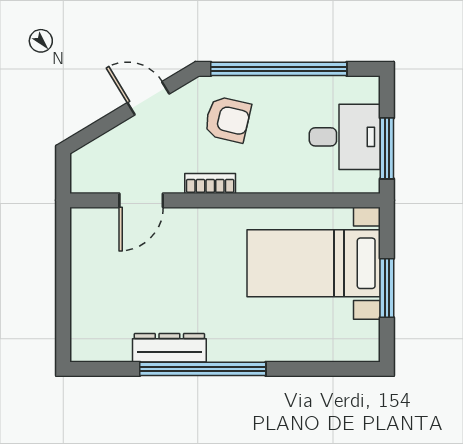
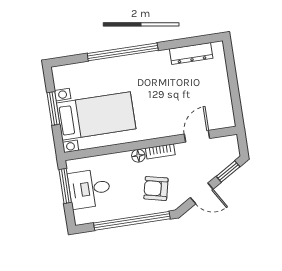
window: (96, 130) -> (228, 171), added
floor lamp: (250, 182) -> (138, 156), added
dresser: (169, 348) -> (191, 53), moved
window: (203, 369) -> (123, 52), moved

